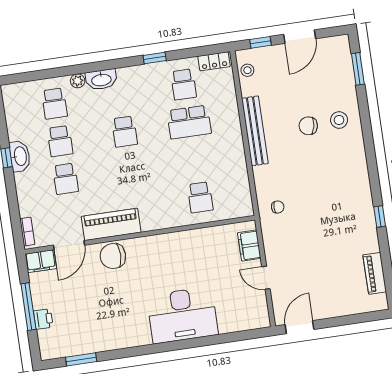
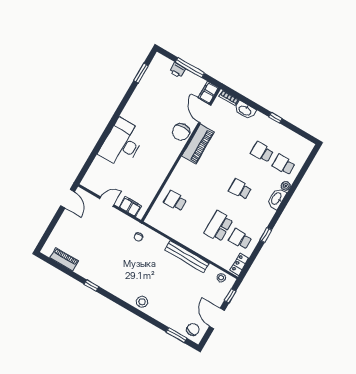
stool: (339, 120) -> (142, 302), moved
chair: (308, 126) -> (193, 330), moved
washbasin: (20, 156) -> (245, 110), moved
school desk: (66, 179) -> (240, 139), removed
chair: (113, 256) -> (181, 132), turned 180

